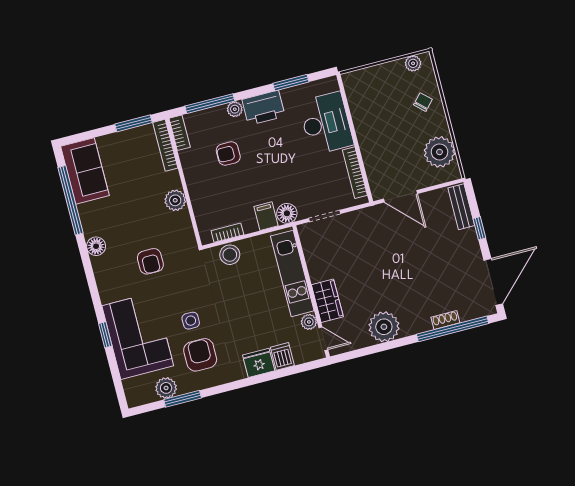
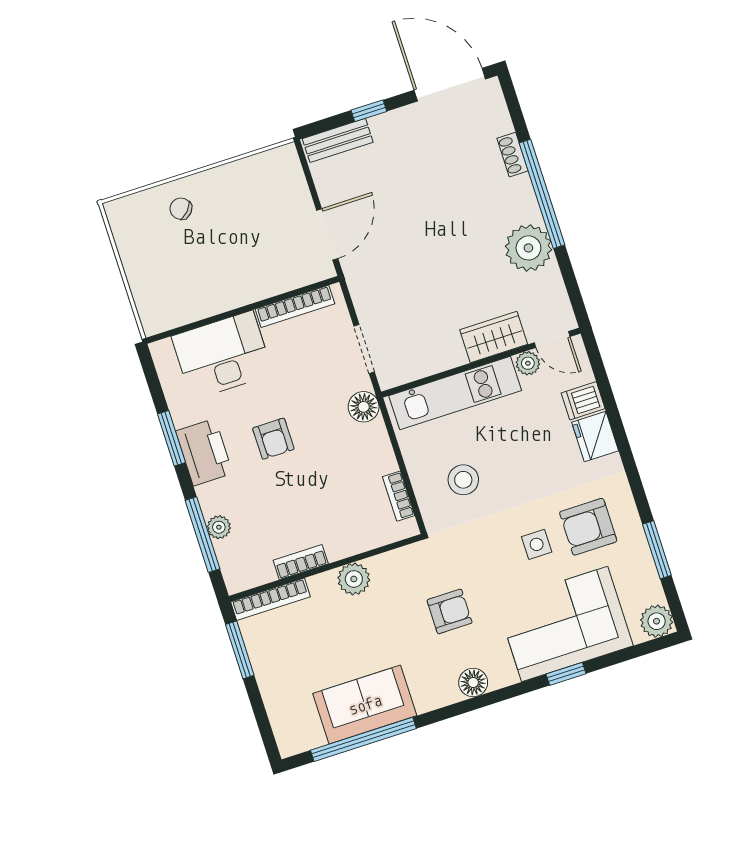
plant: (413, 63) -> (123, 227), removed
window: (291, 83) -> (171, 438), moved
plant: (235, 109) -> (219, 527), moved
bookcase: (180, 133) -> (301, 562), moved
plant: (440, 152) -> (256, 179), removed
armchair: (228, 154) -> (273, 439), moved
sofa: (85, 171) -> (365, 705), moved
filing cabinet: (266, 216) -> (370, 439), removed
floor lamp: (96, 246) -> (473, 682), moved
stool: (230, 255) -> (463, 480), moved
window: (453, 329) -> (542, 194), moved
door: (323, 339) -> (552, 340), swing flipped
plant: (166, 388) -> (657, 621), moved

